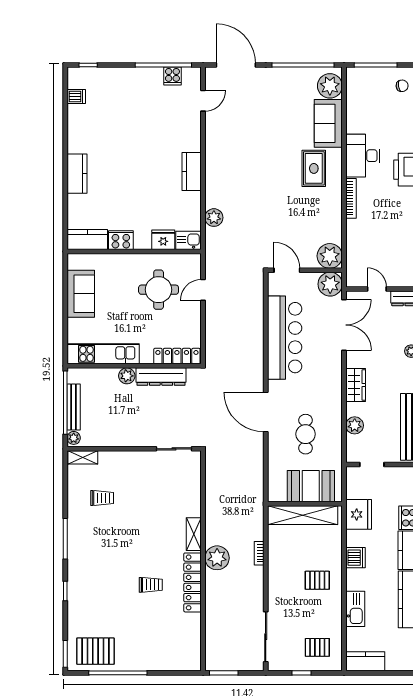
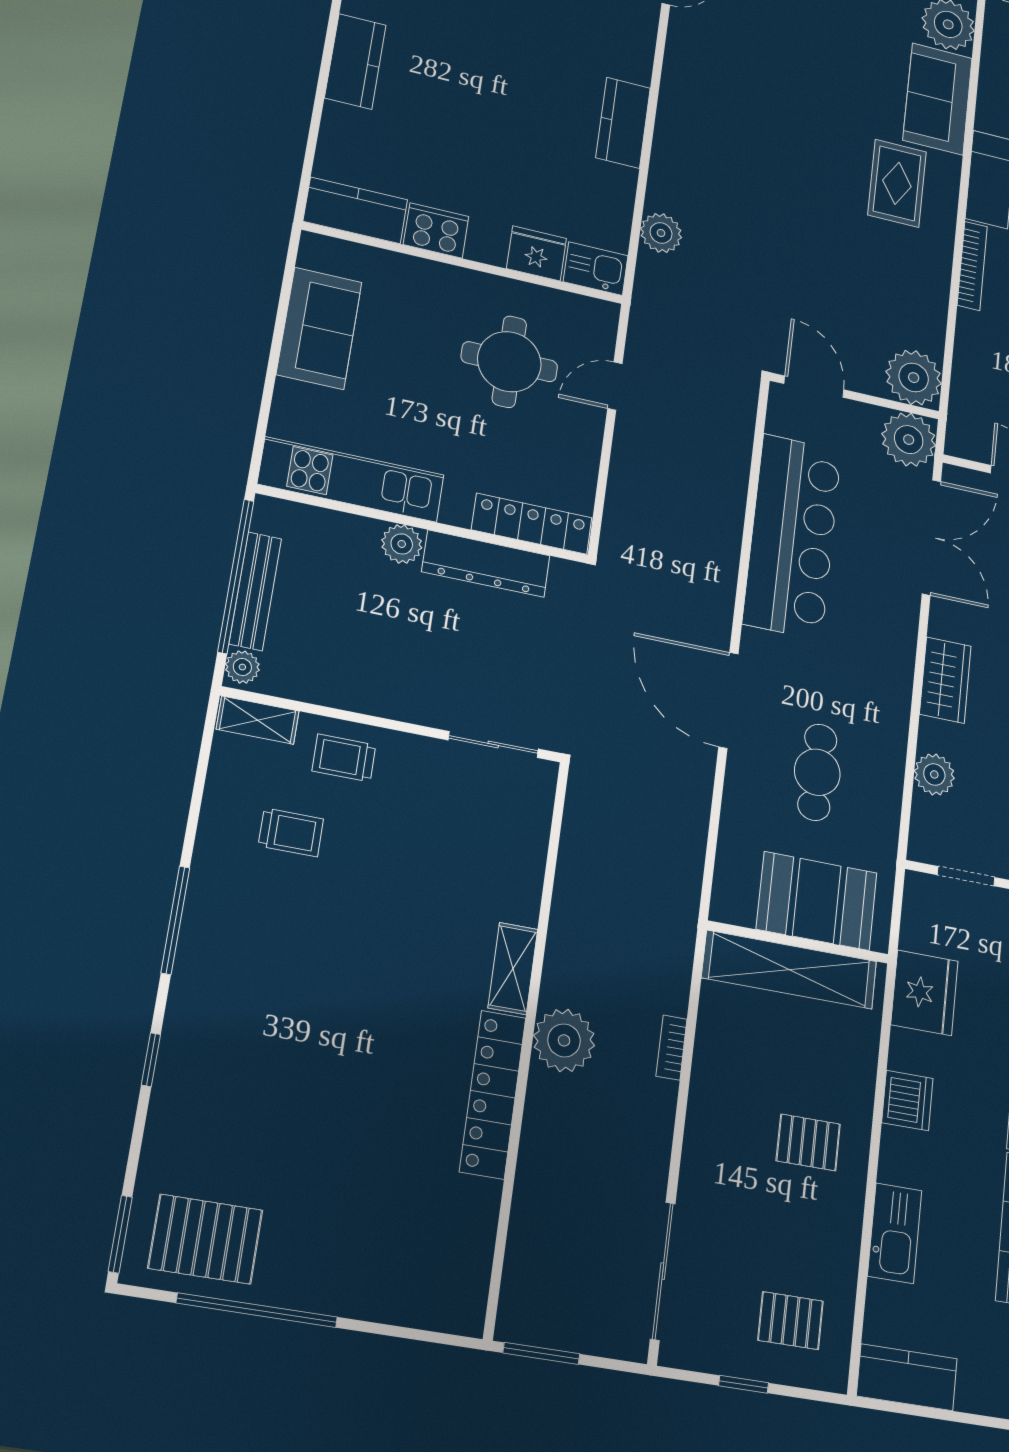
trolley: (151, 585) -> (344, 758), moved, turned 180

